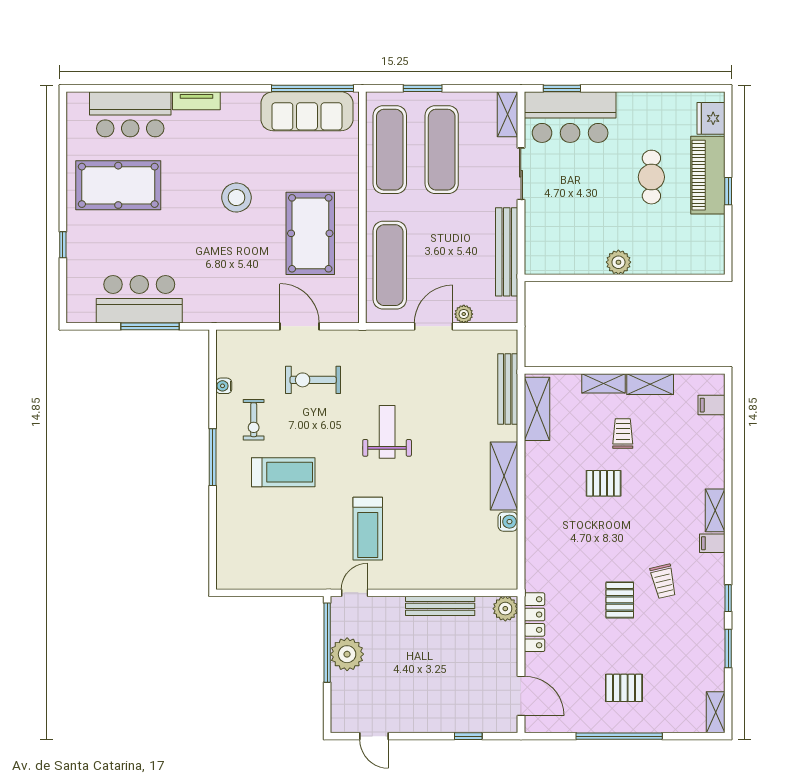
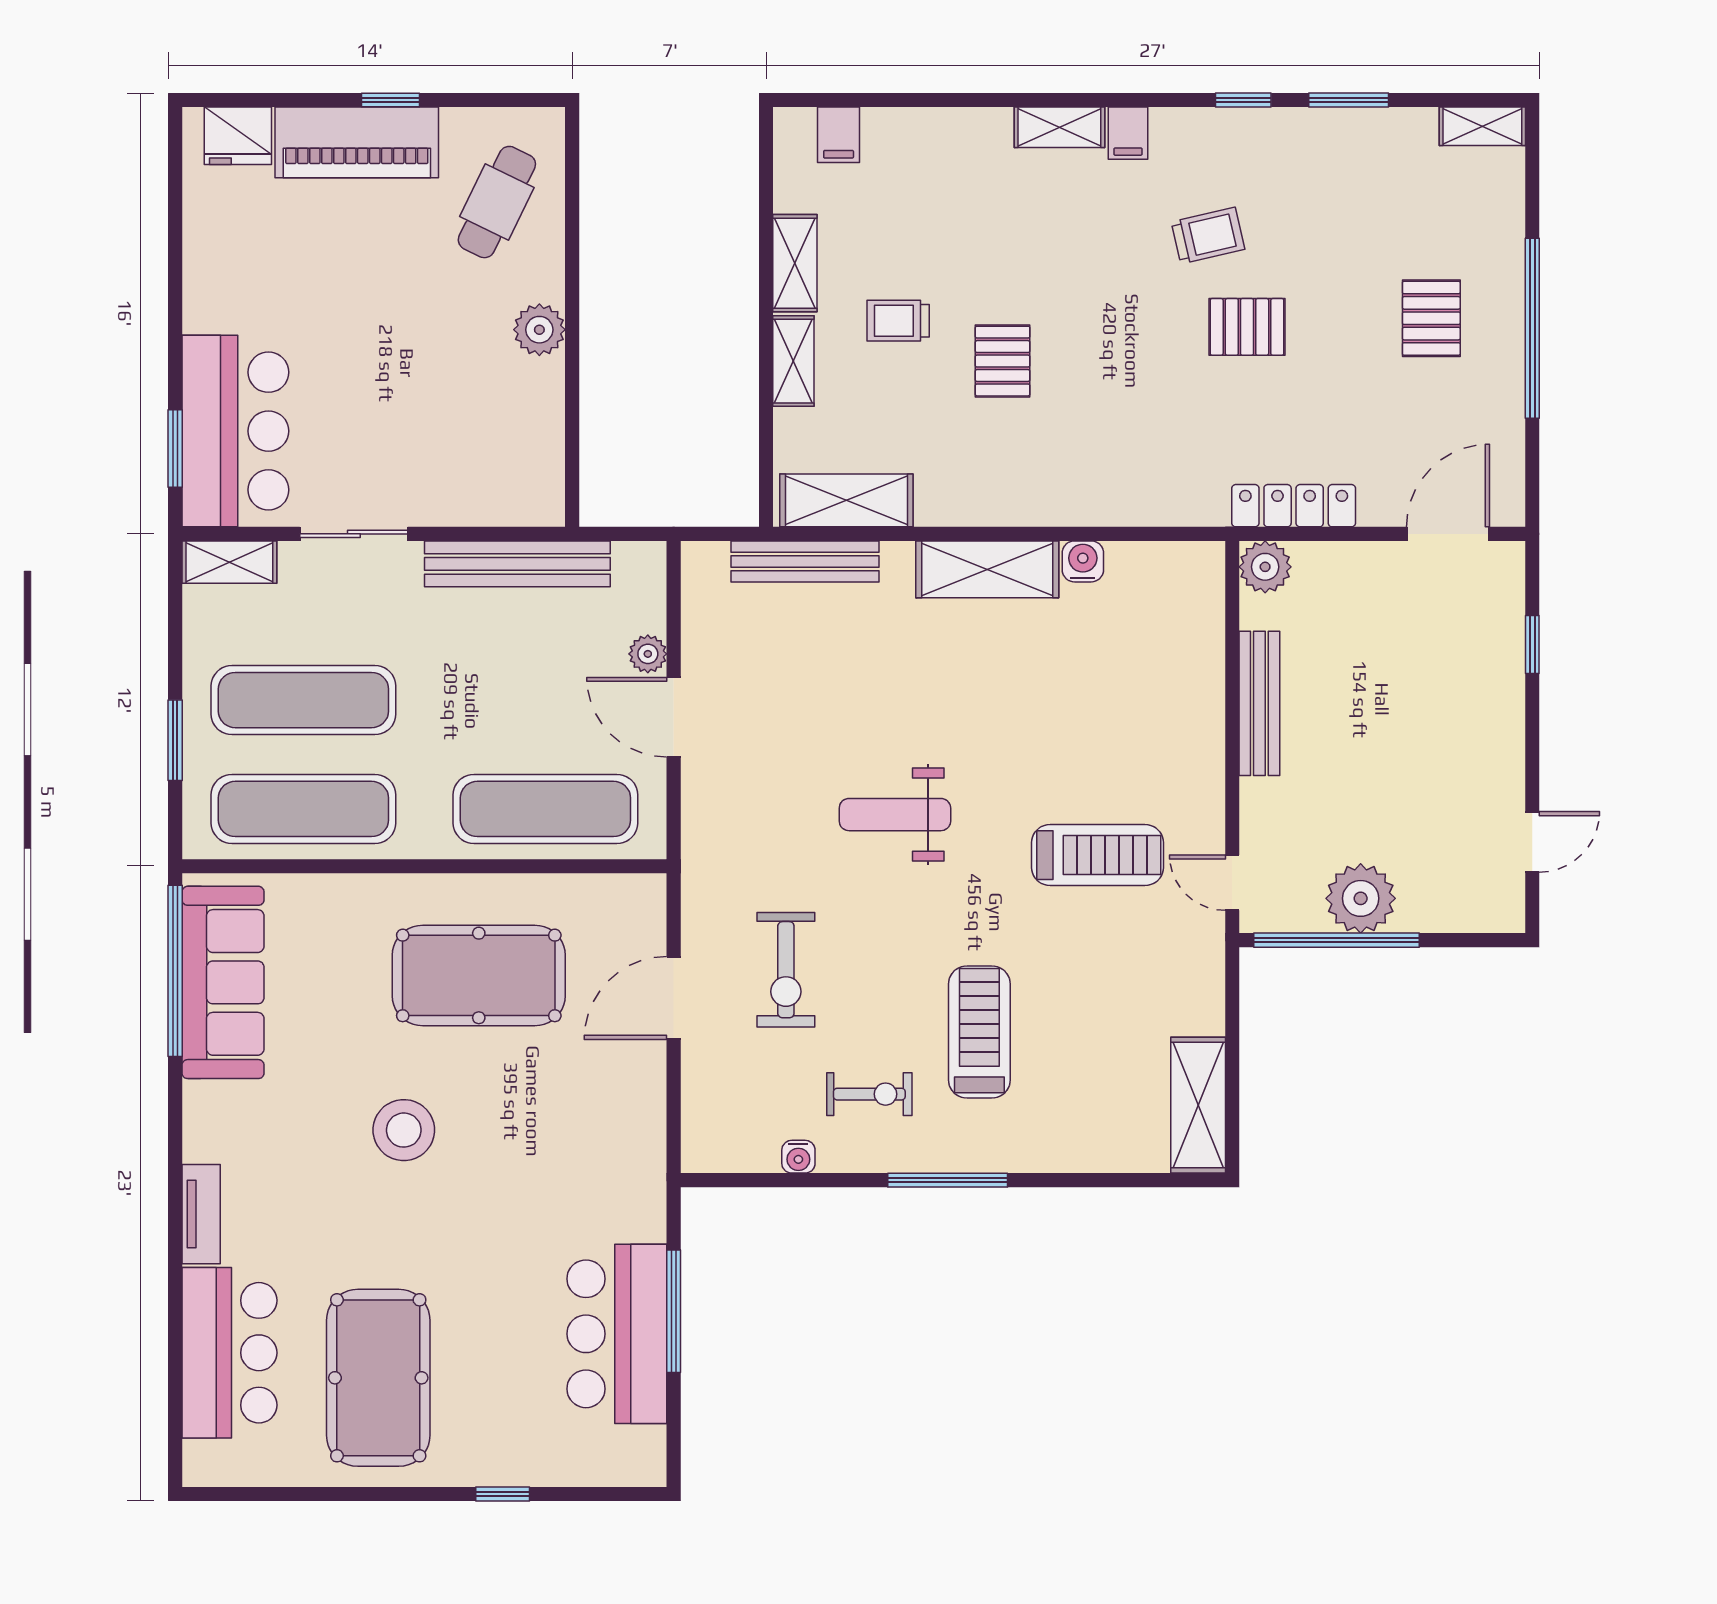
cafe table: (651, 177) -> (497, 202), moved, turned -64
shelving: (248, 577) -> (1198, 1105), added

